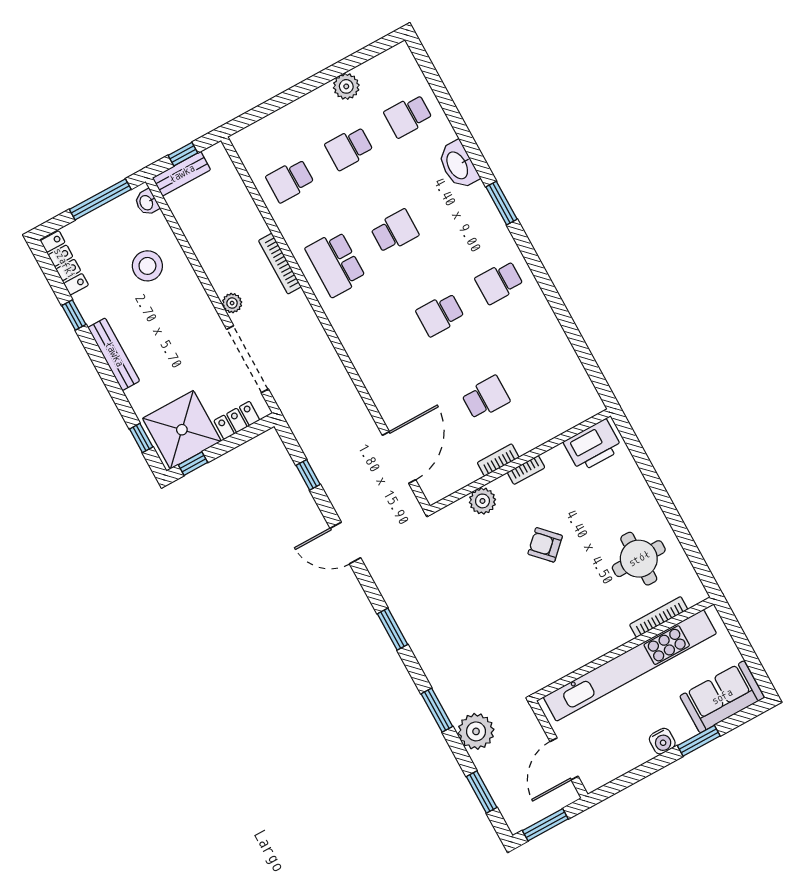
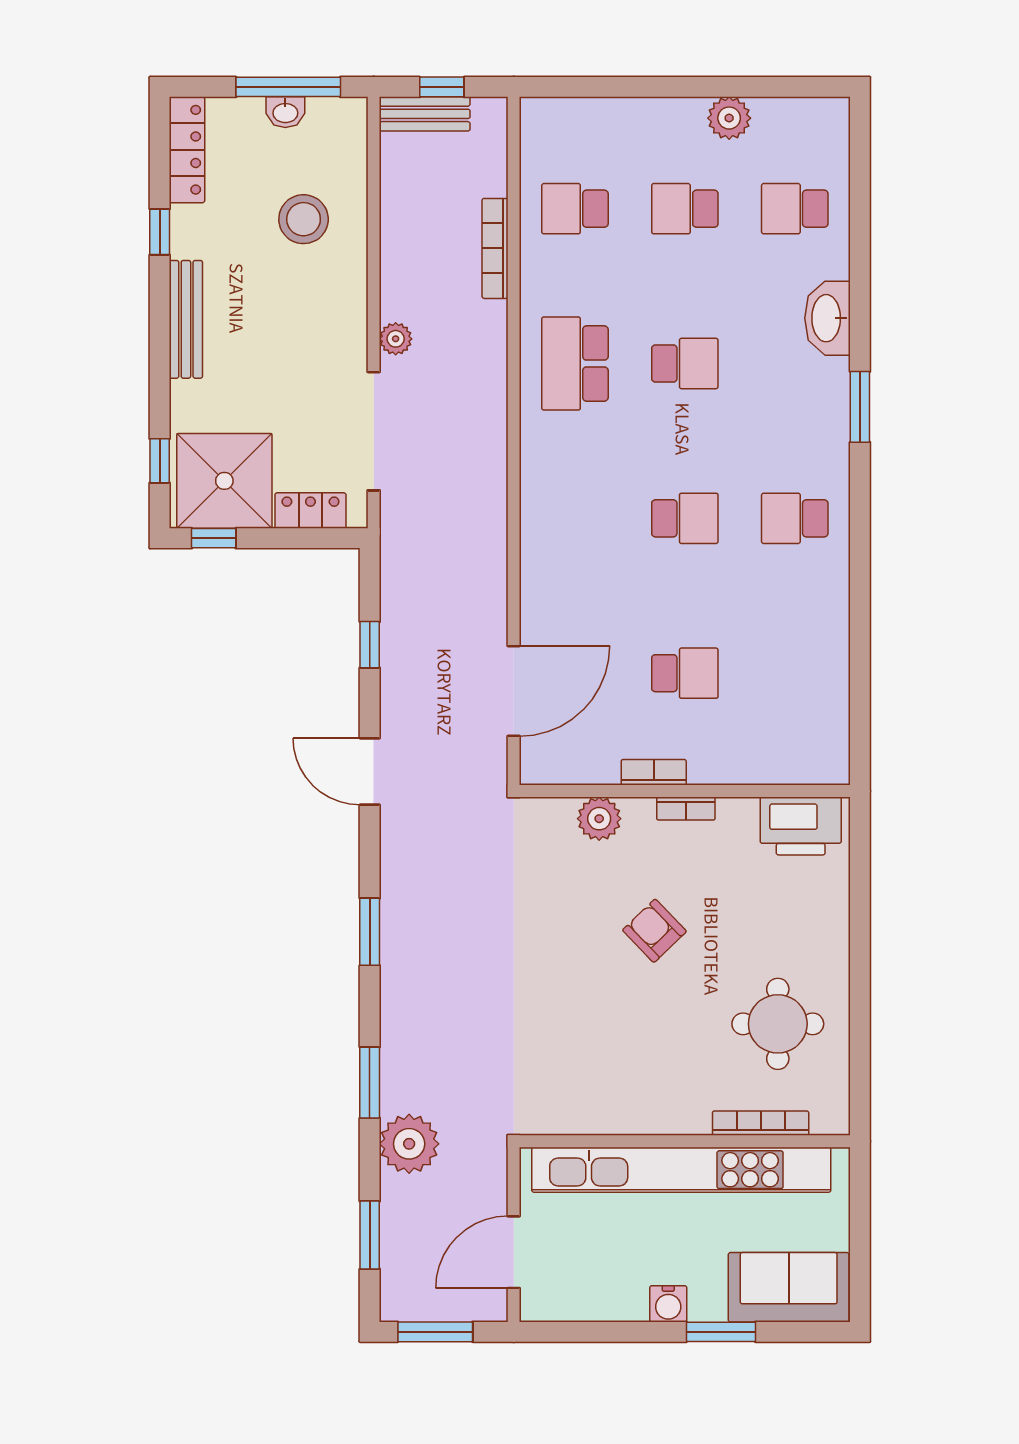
washbasin: (147, 202) -> (285, 112), moved, turned -90
bookcase: (280, 264) -> (495, 248), moved
school desk: (440, 314) -> (685, 518), turned 180

